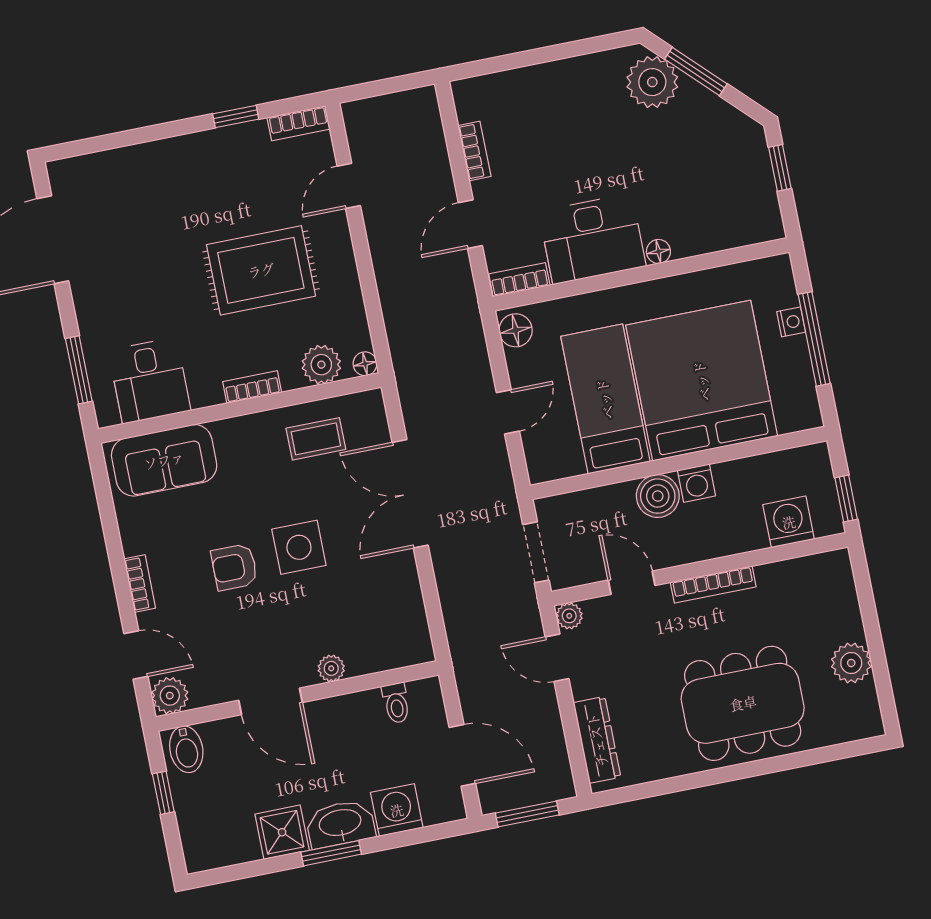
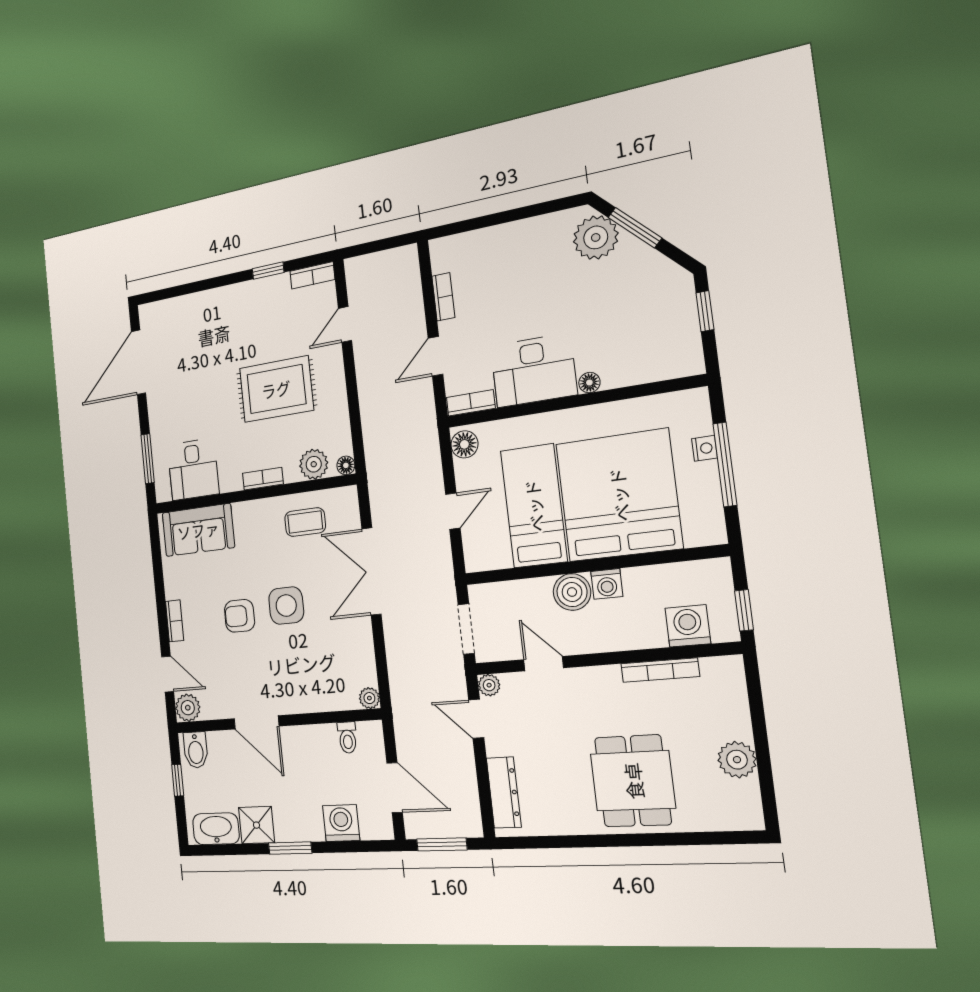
bookcase: (713, 585) -> (660, 670), moved
plant: (331, 668) -> (369, 698), moved
dining table: (743, 703) -> (633, 781), width x0.73
washbasin: (340, 824) -> (216, 829), moved

